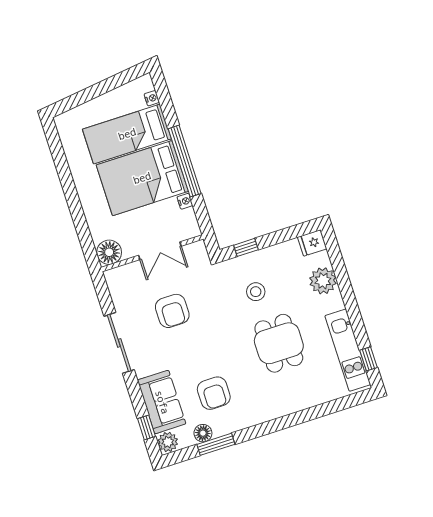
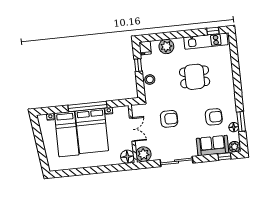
window: (246, 247) -> (138, 65), moved
plant: (120, 280) -> (143, 154), added
stool: (256, 292) -> (150, 80), moved
armchair: (172, 311) -> (169, 119), moved

